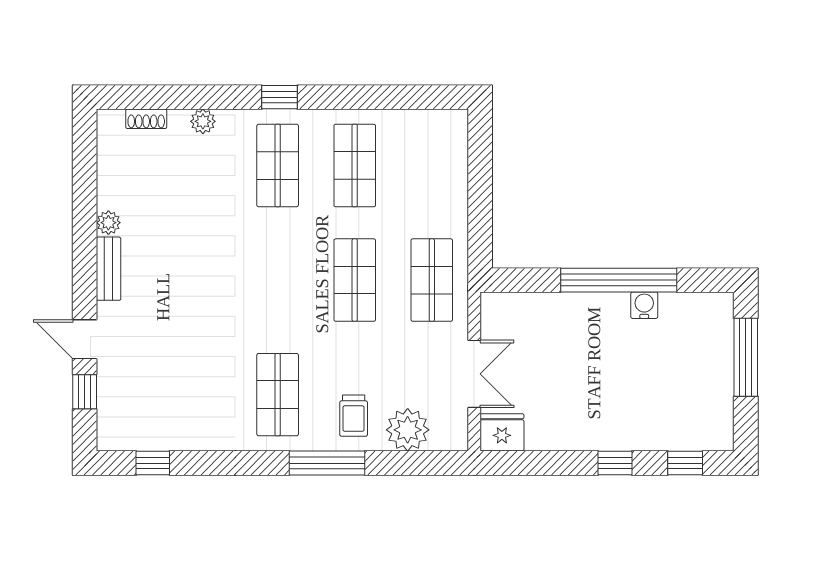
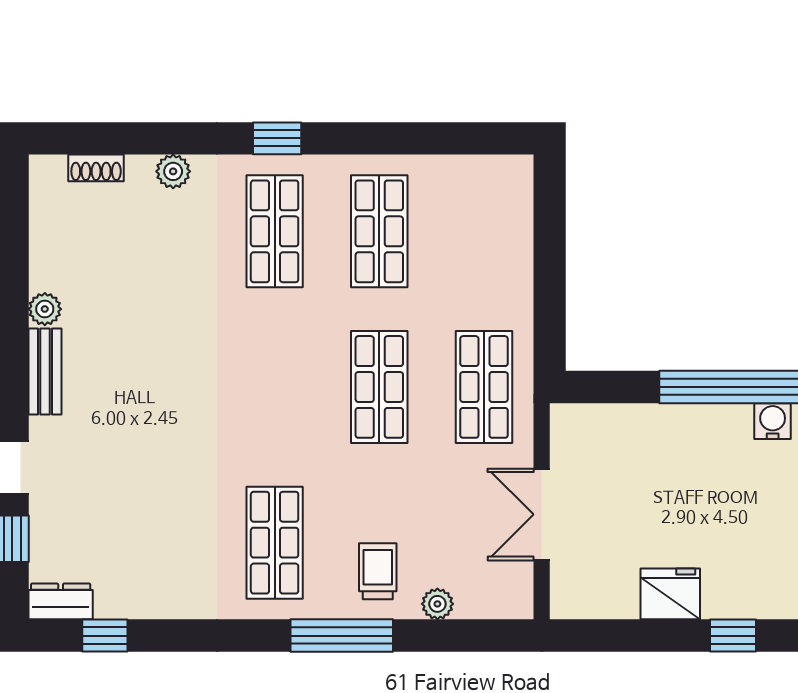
double door: (474, 374) -> (542, 514), swing flipped
trolley: (354, 416) -> (378, 571), turned 180
plant: (408, 430) -> (437, 604), width x0.53, depth x0.53
fridge: (502, 432) -> (670, 594), moved
dresser: (120, 438) -> (61, 601), added

